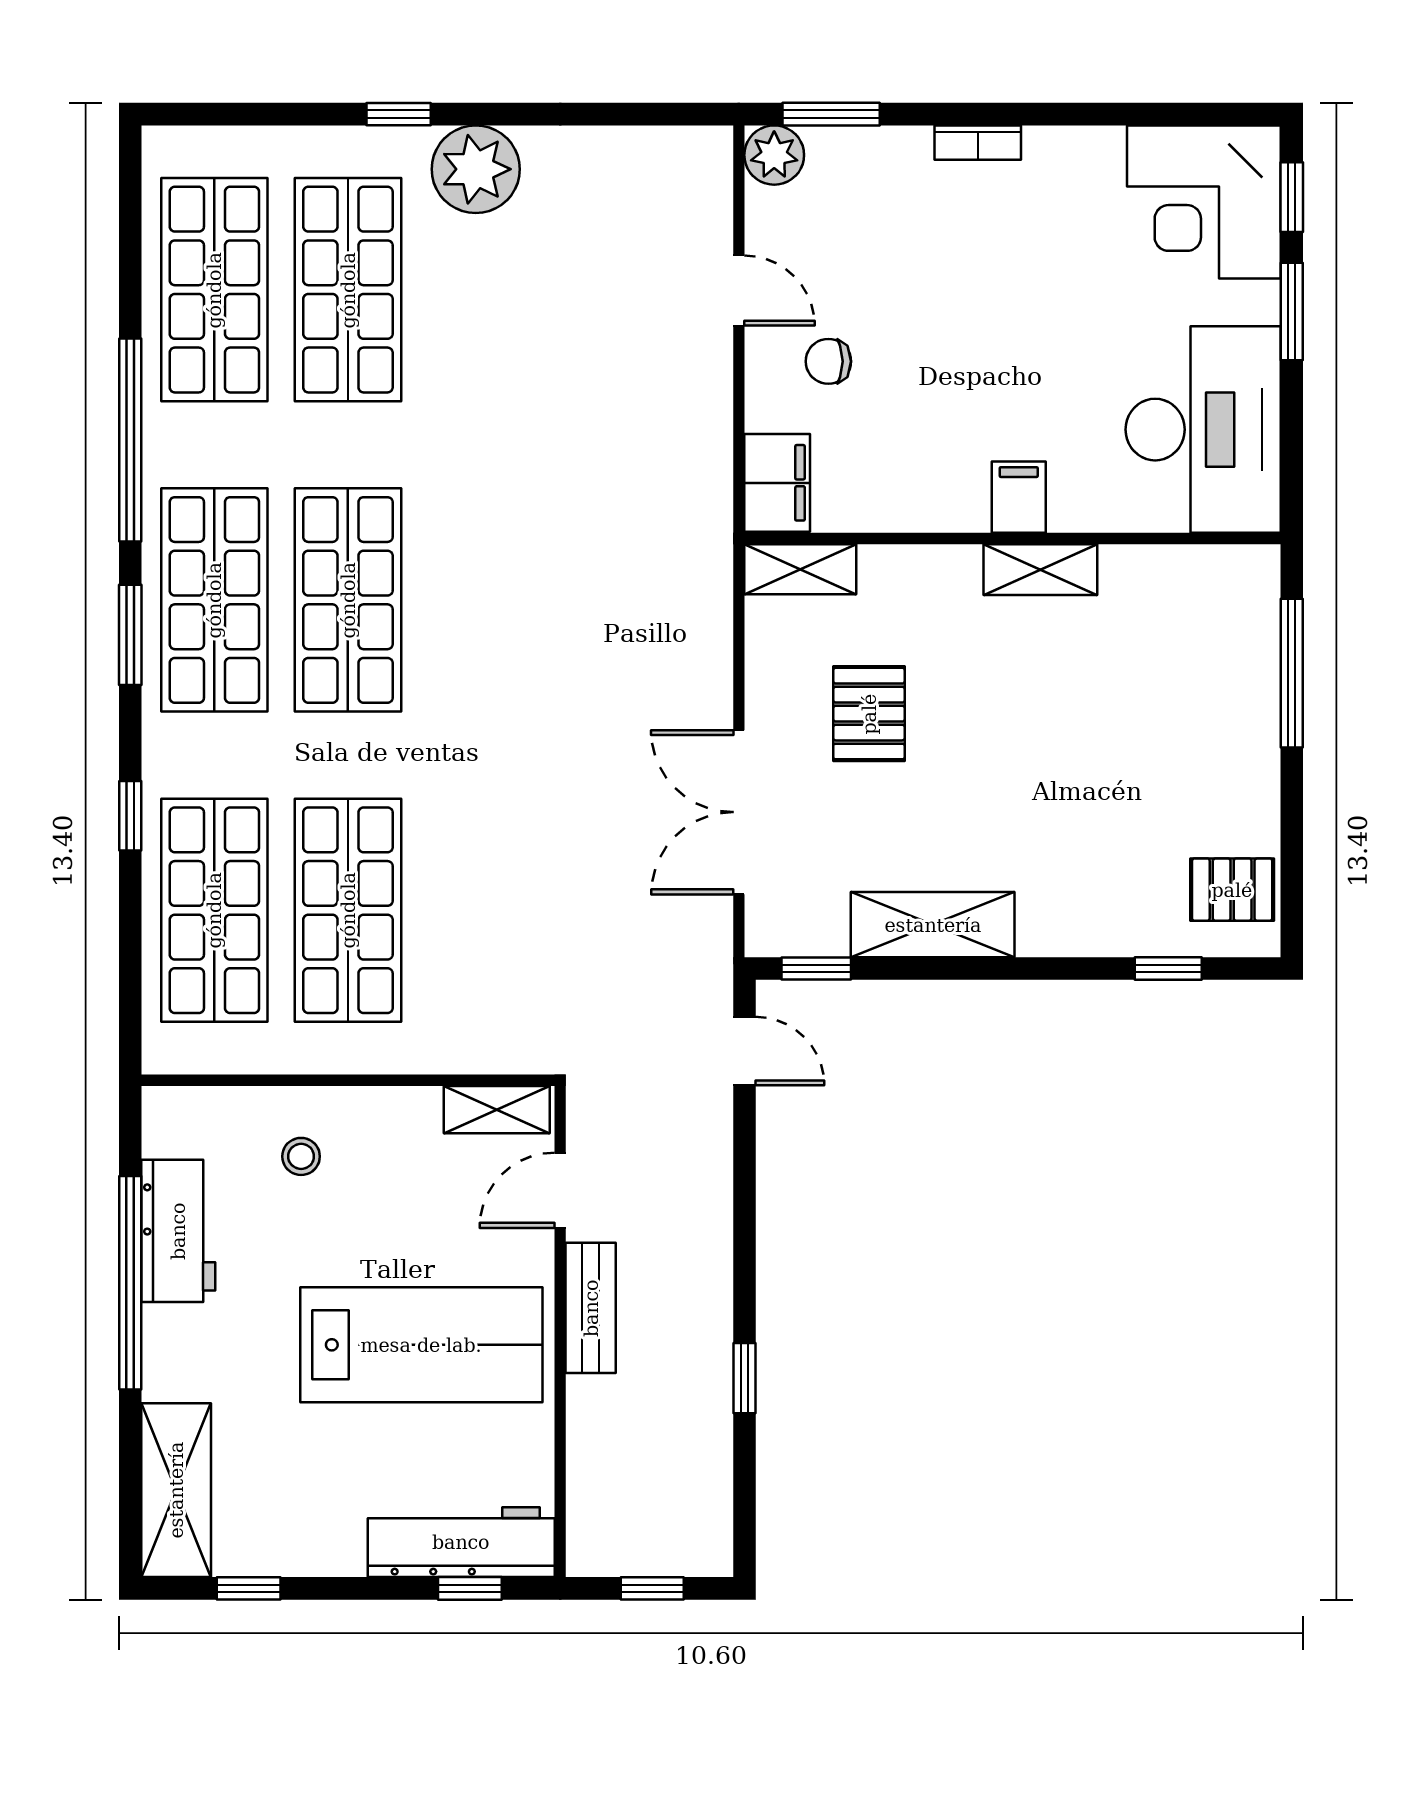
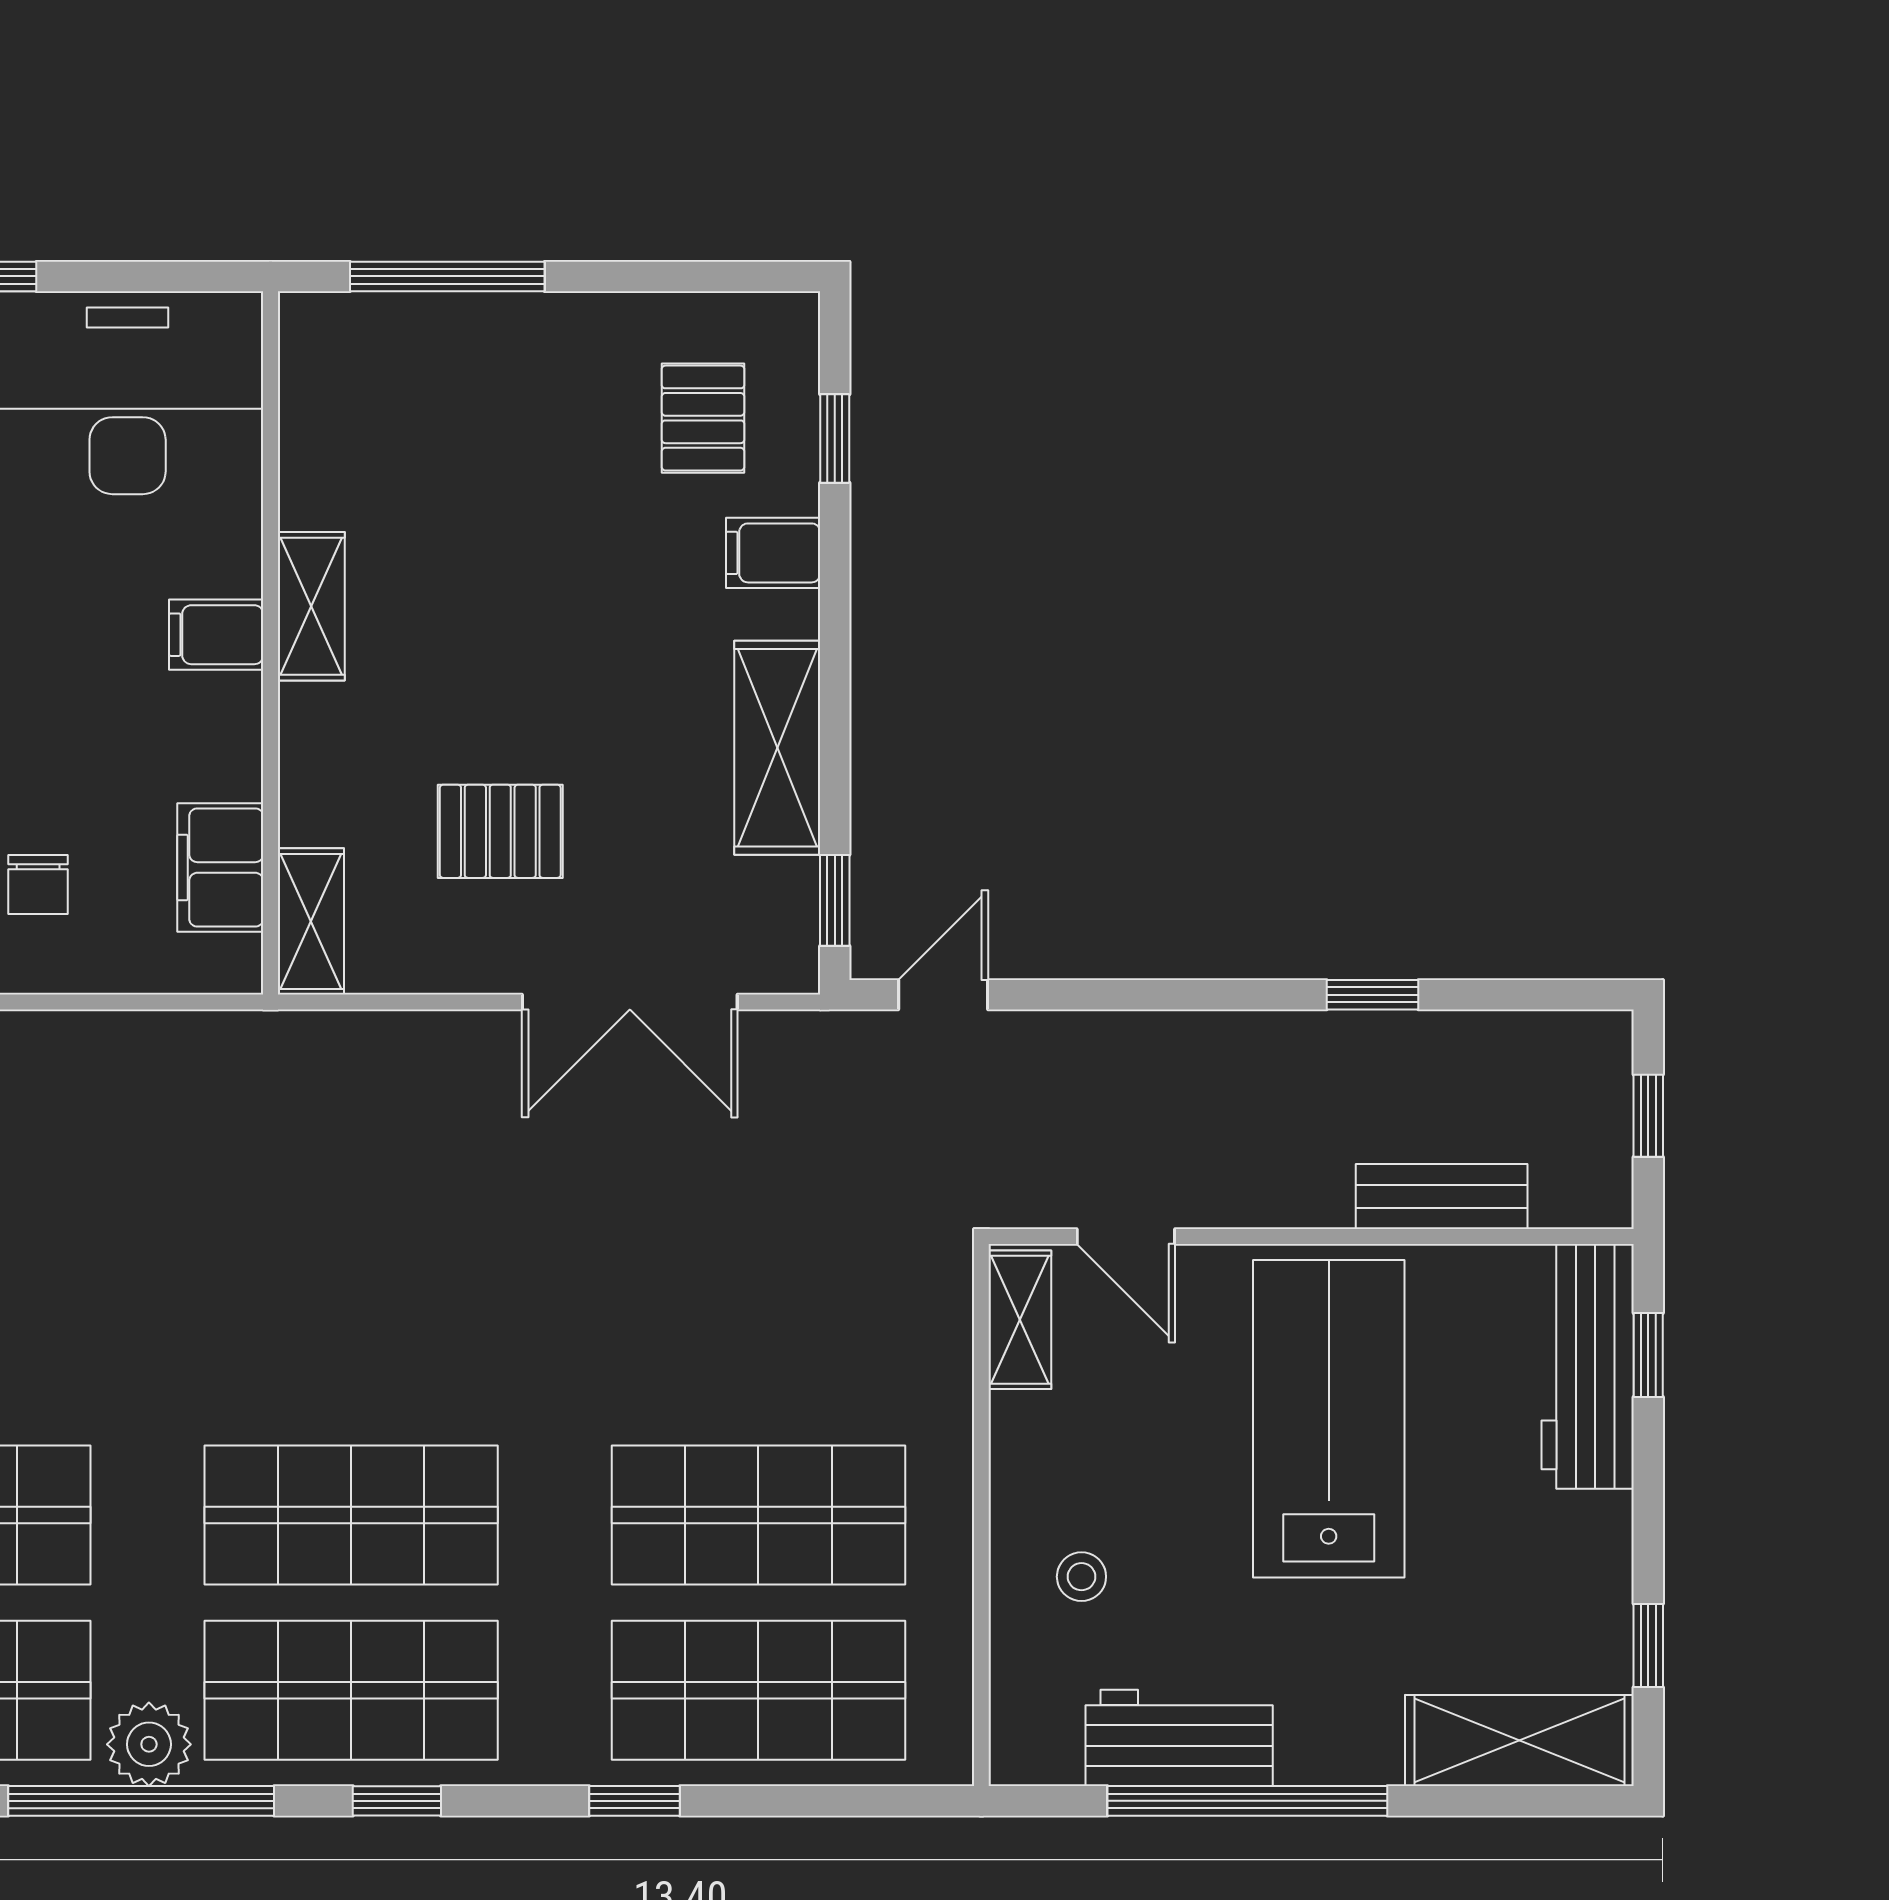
plant: (173, 446) -> (149, 1744), added
filing cabinet: (777, 483) -> (220, 867), moved, turned -90
window: (130, 635) -> (397, 1801), width x0.67
pallet: (1232, 890) -> (703, 418), moved
filing cabinet: (1081, 922) -> (773, 553), added
bench: (591, 1308) -> (1442, 1197), moved

